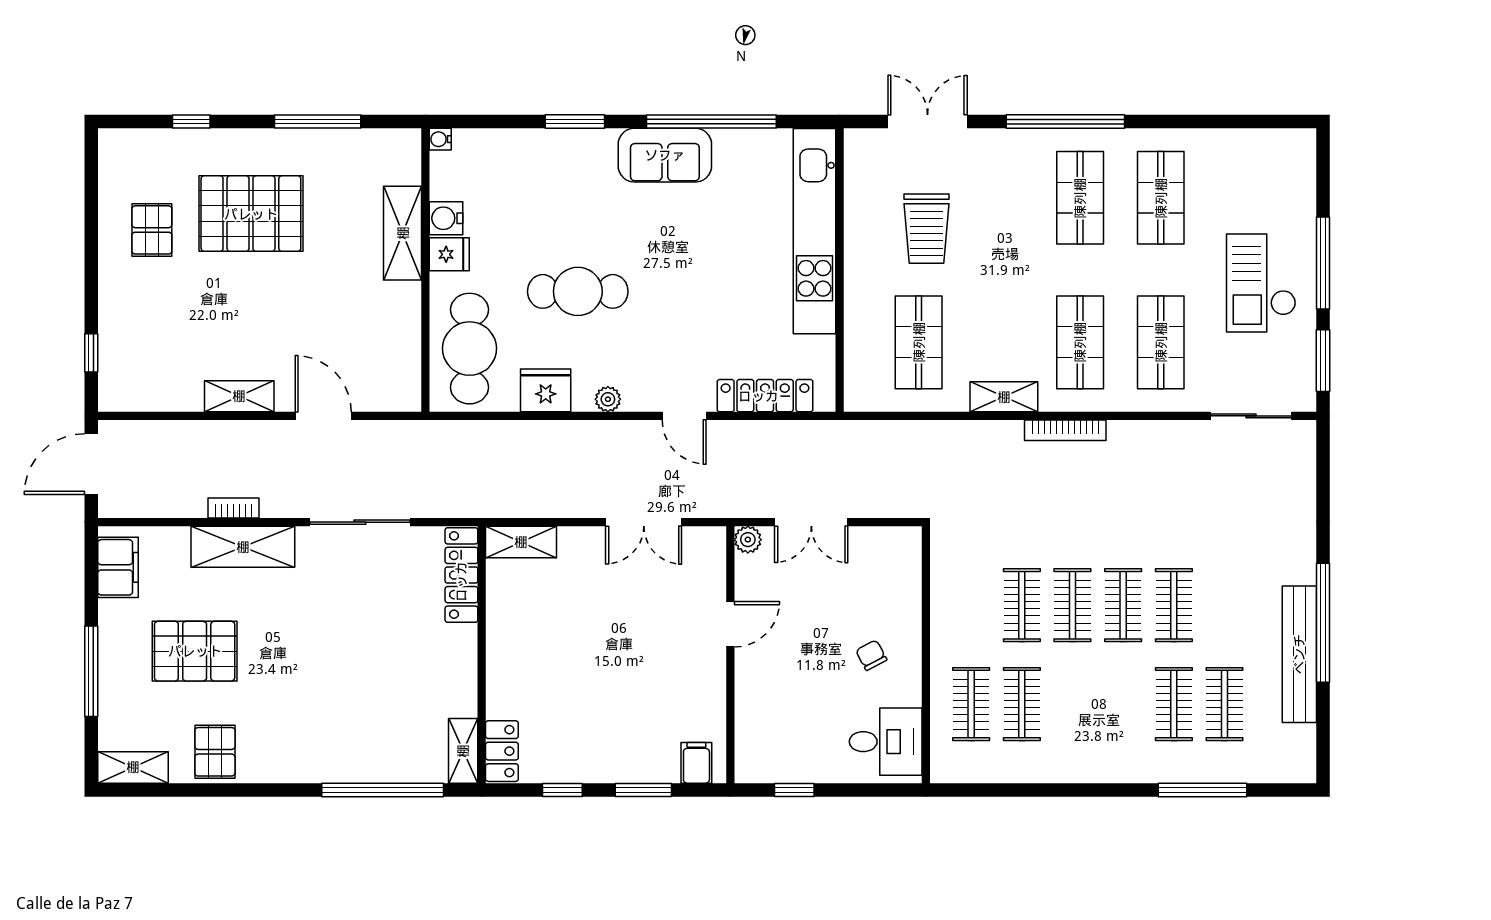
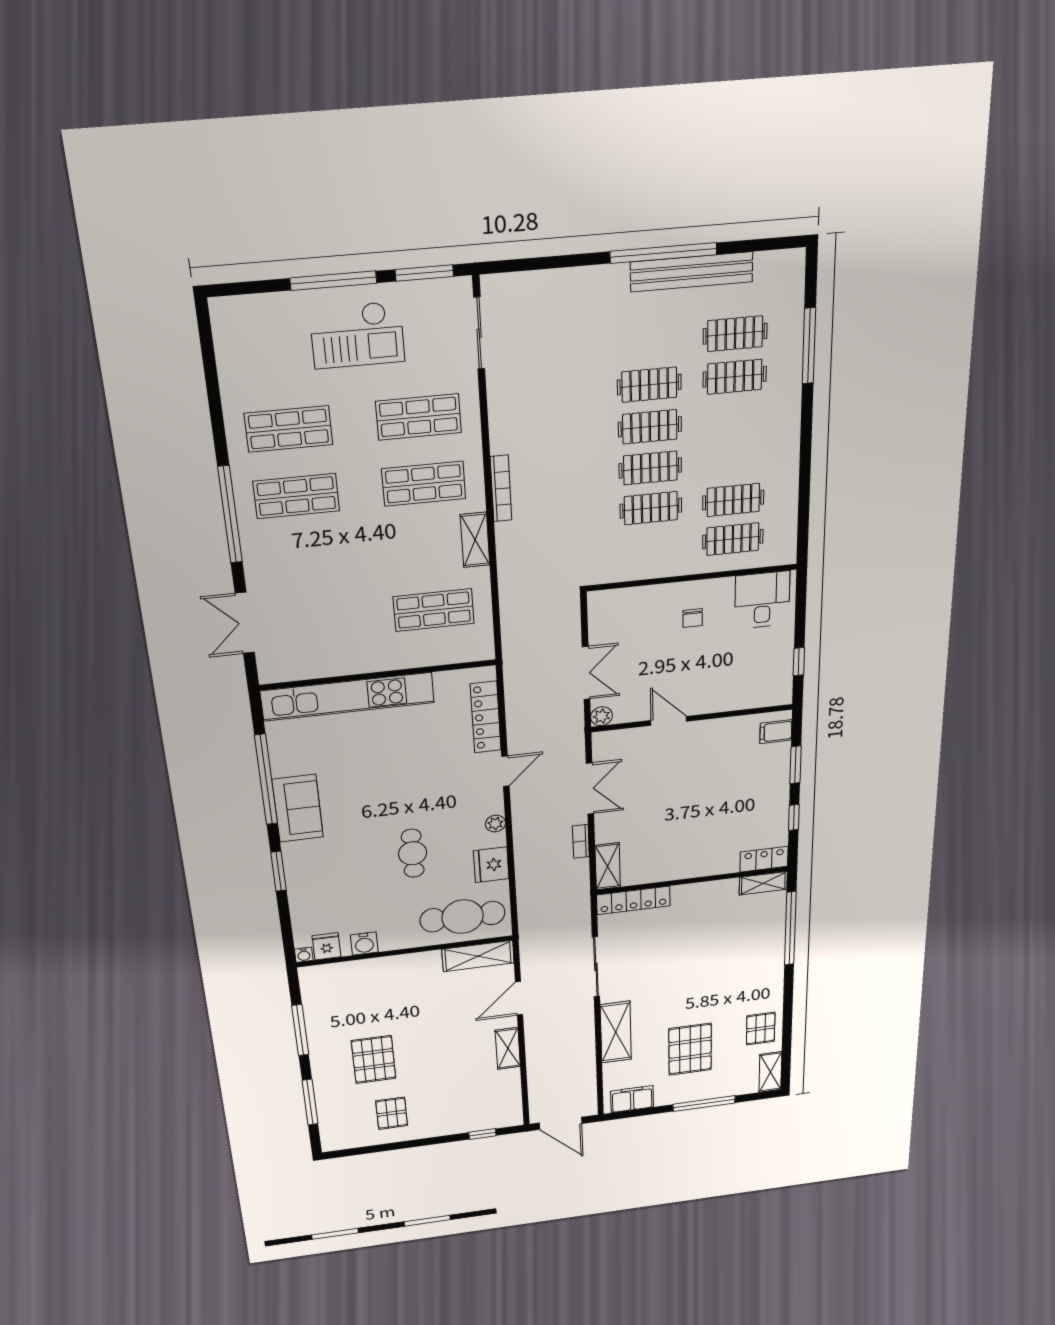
window: (191, 122) -> (310, 1102), width x2.17
pallet: (251, 214) -> (374, 1060), width x0.73, depth x0.71
trolley: (926, 229) -> (337, 614), removed
pallet: (152, 230) -> (392, 1113), turned 90
shelving: (403, 233) -> (478, 956), moved
fridge: (449, 254) -> (327, 946), moved
cafe table: (578, 291) -> (413, 853), width x0.73, depth x0.74
bookcase: (233, 508) -> (581, 841), moved
chair: (871, 655) -> (693, 618), turned -62
pallet: (215, 752) -> (761, 1029), turned 90

